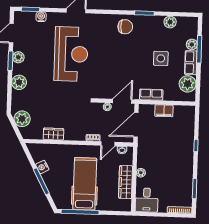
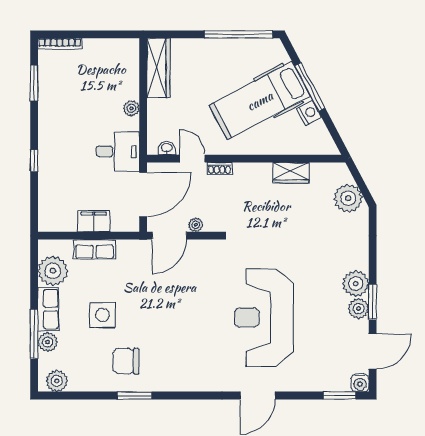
water cooler: (41, 17) -> (360, 383), moved
plant: (170, 22) -> (57, 381), moved
chair: (125, 27) -> (126, 361), moved
plant: (19, 82) -> (356, 284), moved
row of seats: (151, 95) -> (95, 249), moved
door: (108, 144) -> (192, 159), hinge flipped
wardrobe: (126, 182) -> (158, 68), moved
hospital bed: (85, 184) -> (260, 101), moved, turned 62
desk: (147, 200) -> (118, 151), moved, turned 90

